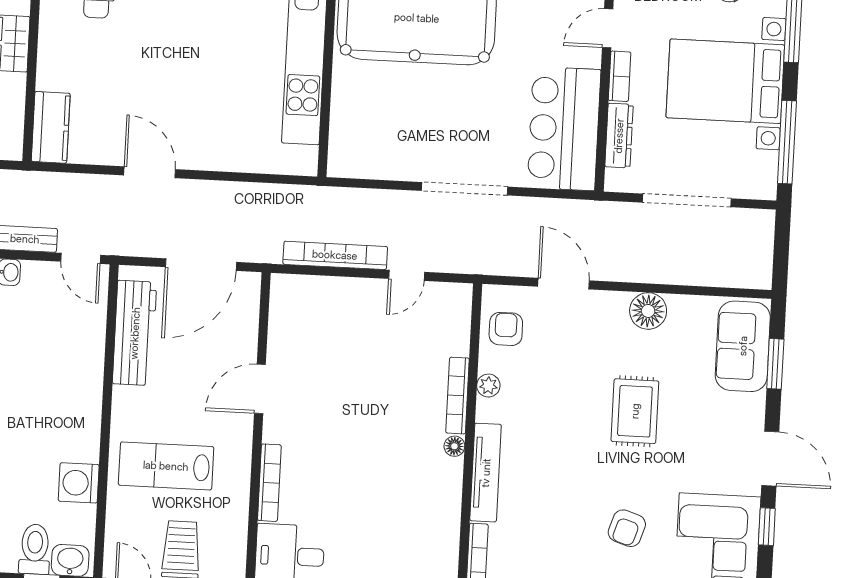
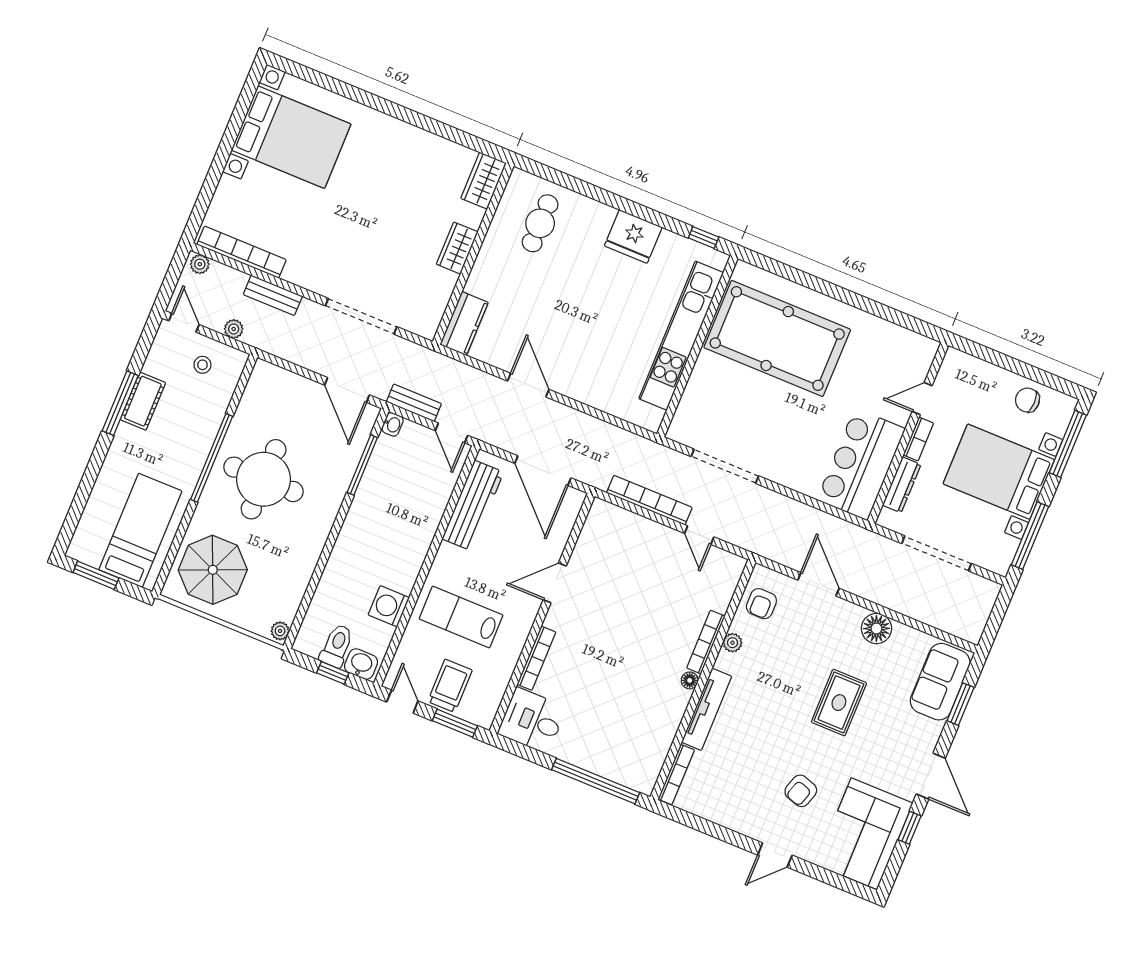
doorway: (465, 189) -> (725, 466), moved
door: (201, 265) -> (543, 471), hinge flipped
door: (407, 275) -> (699, 535), hinge flipped
armchair: (506, 329) -> (761, 604), turned 180

